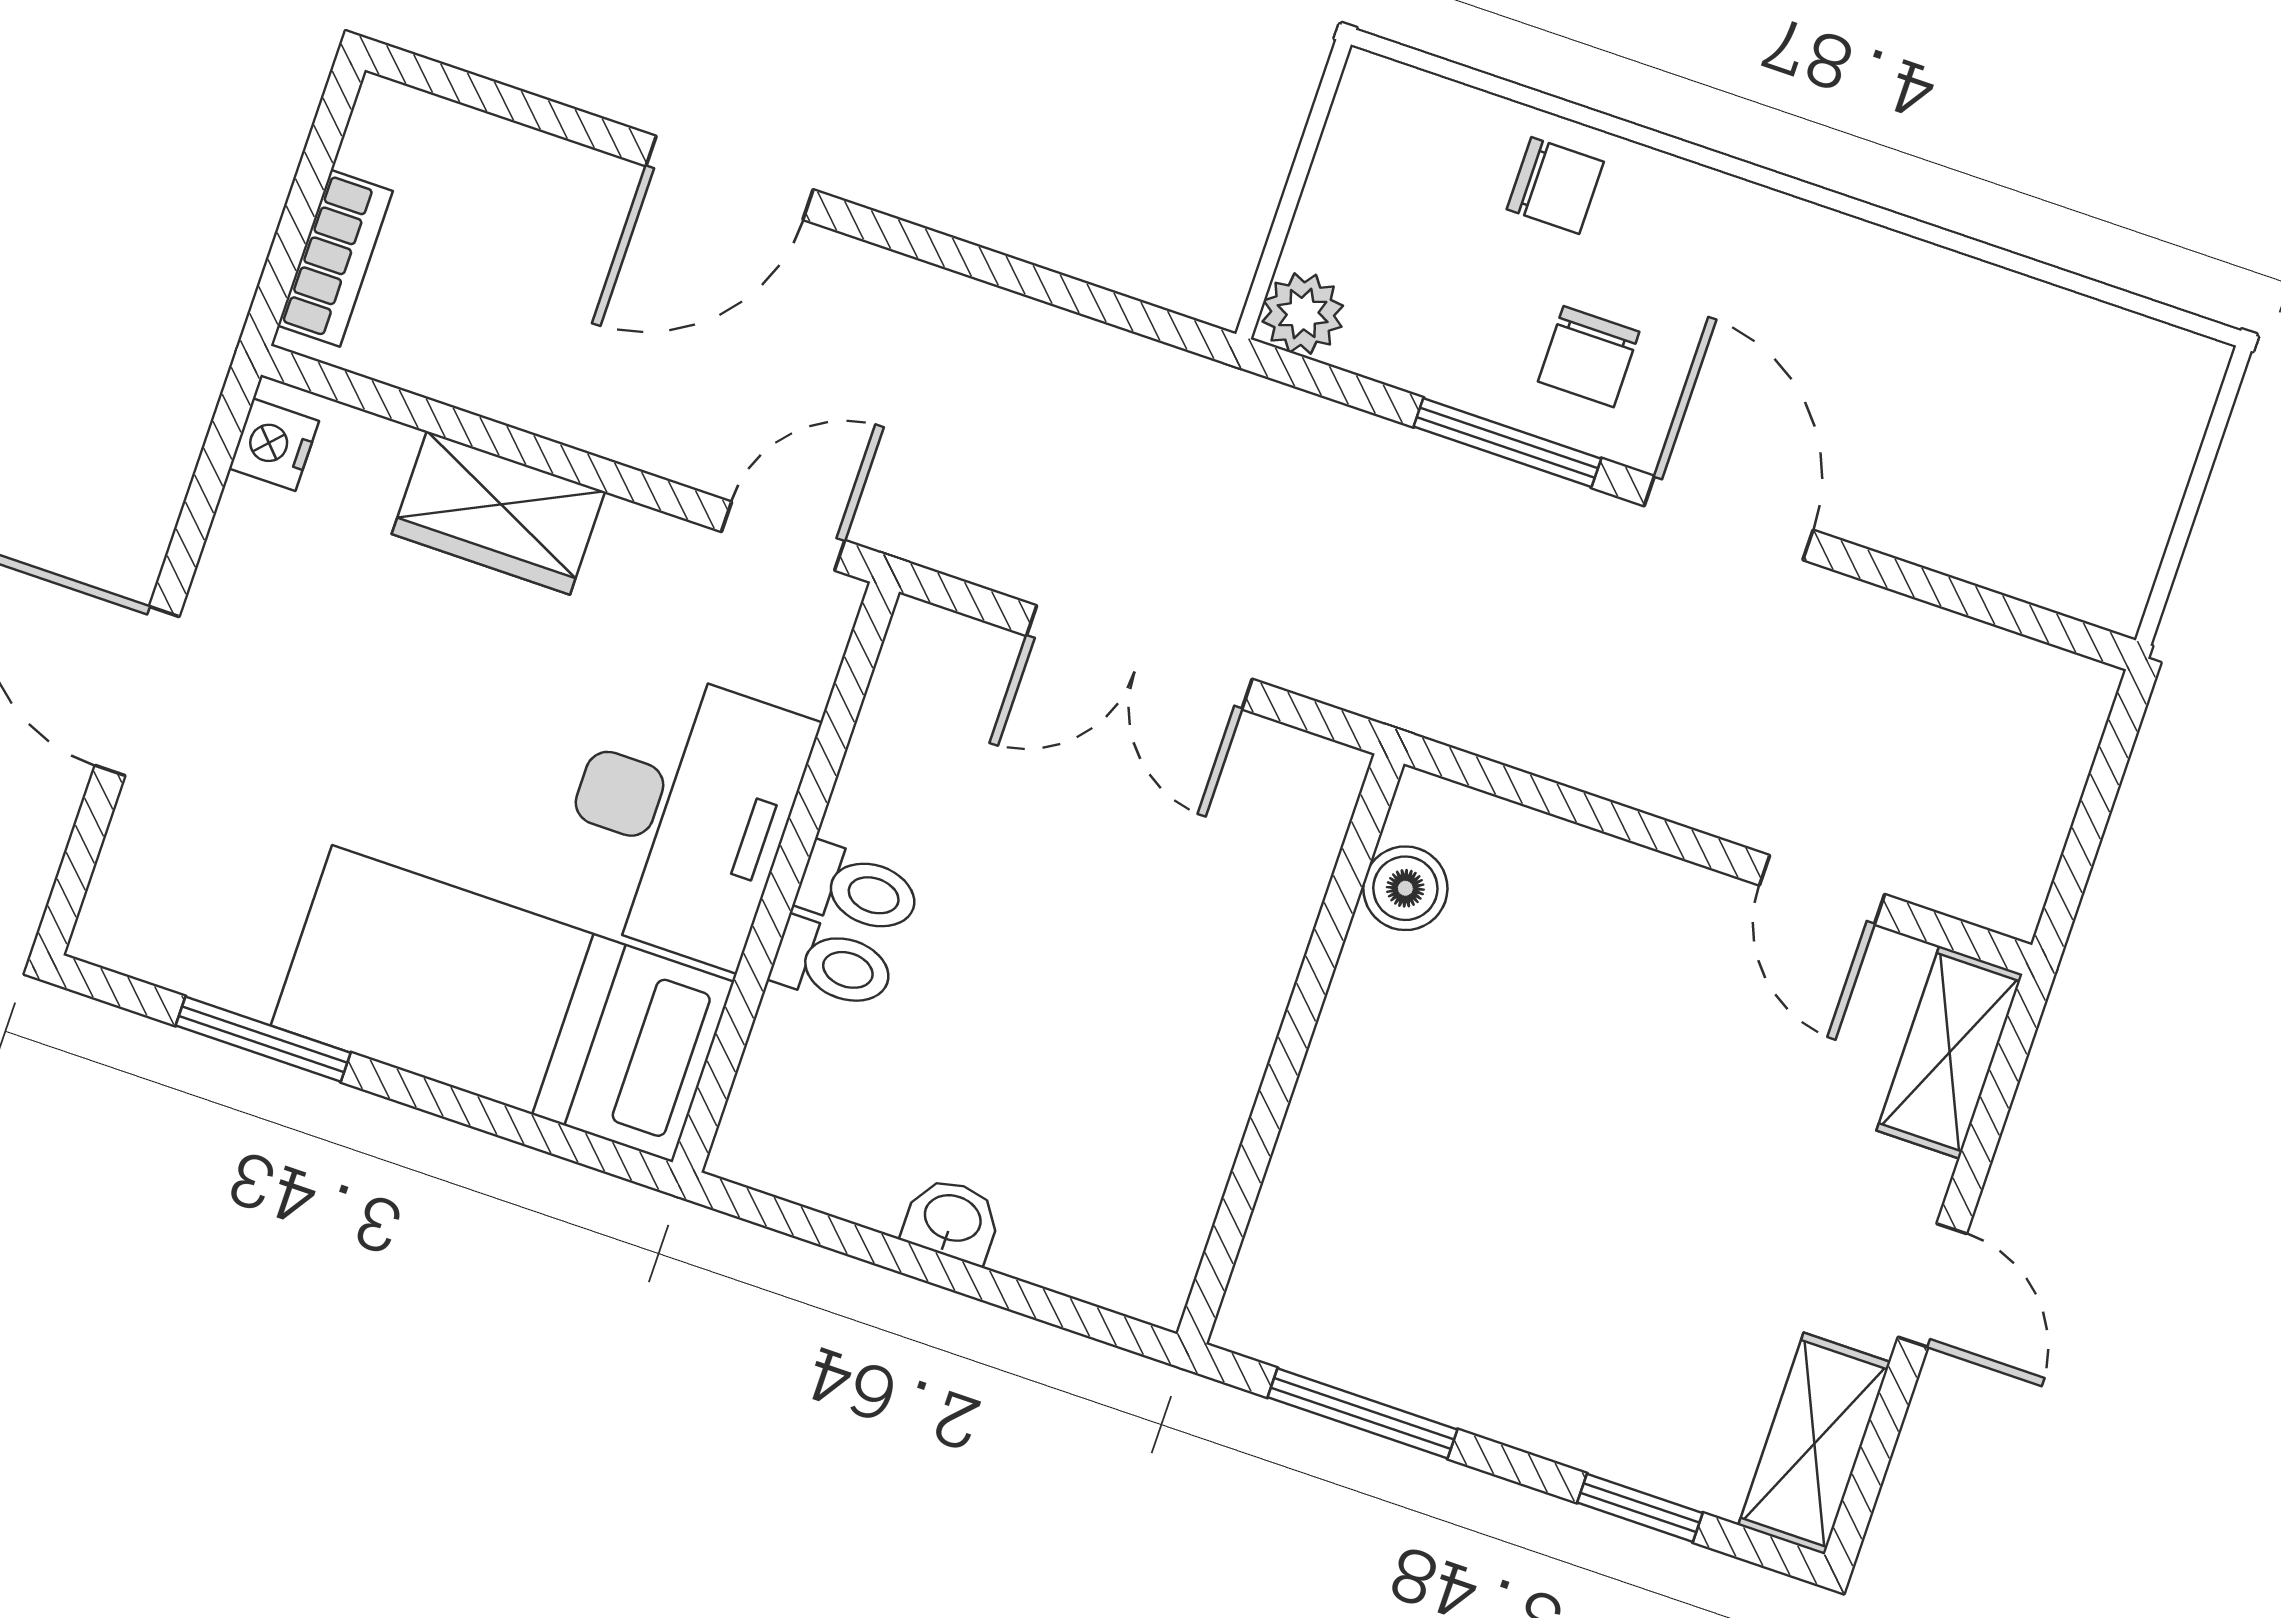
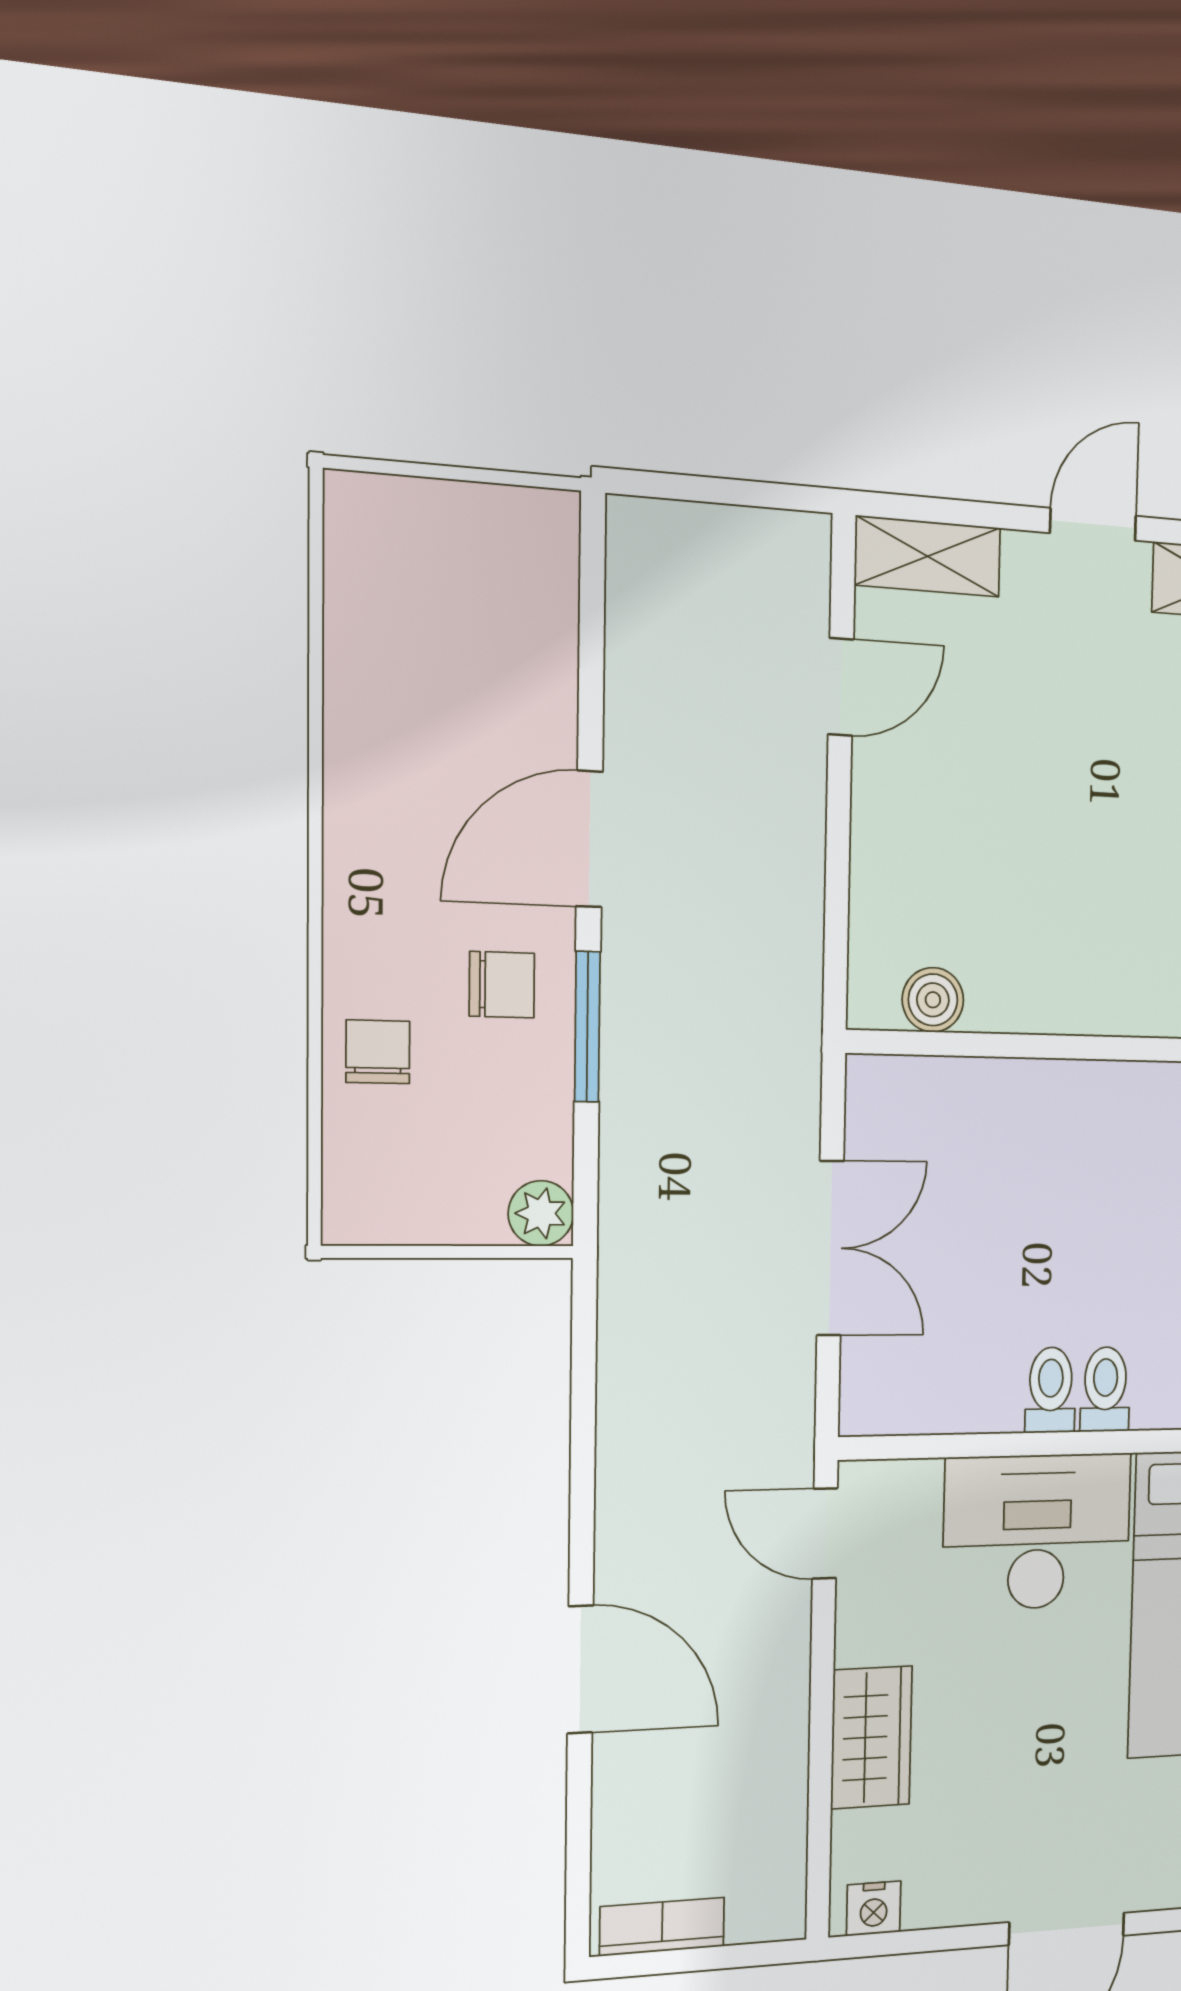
bookcase: (335, 258) -> (662, 1927), moved

